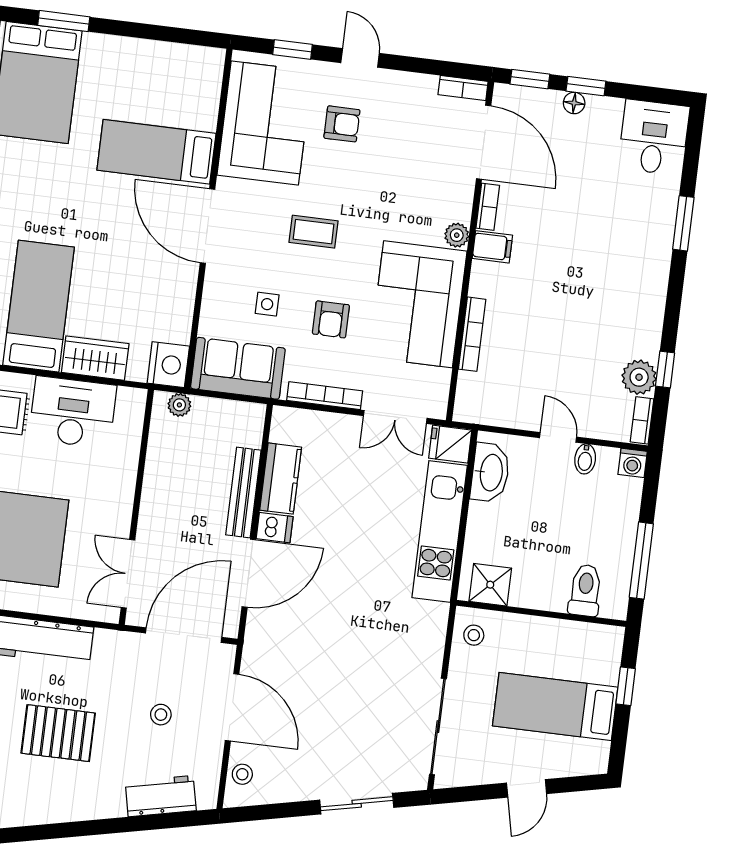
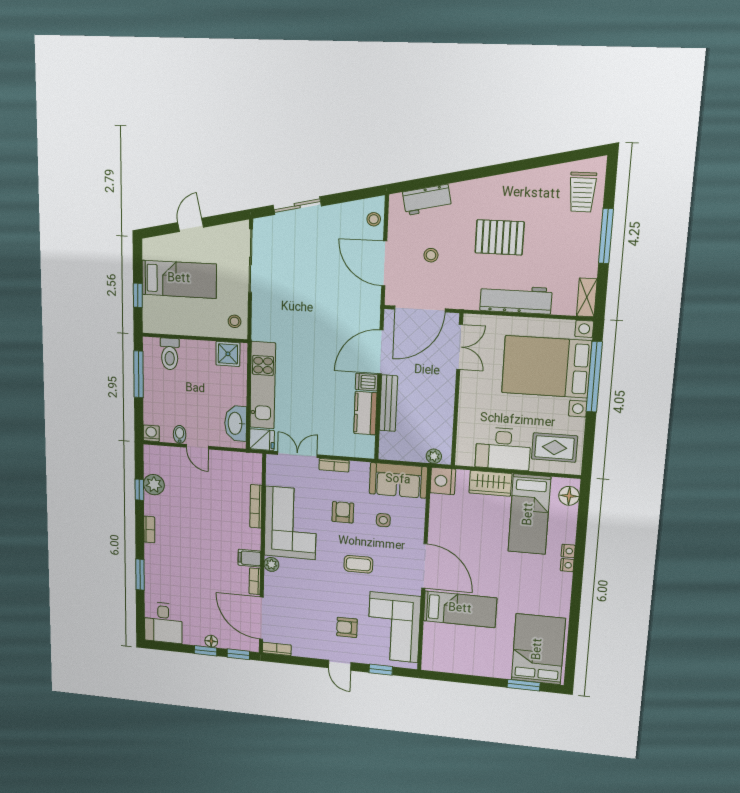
bookcase: (325, 396) -> (334, 465), width x0.64
bookcase: (642, 420) -> (149, 530), moved

